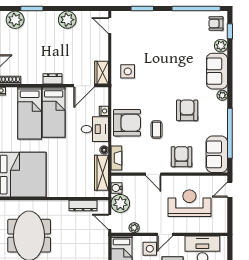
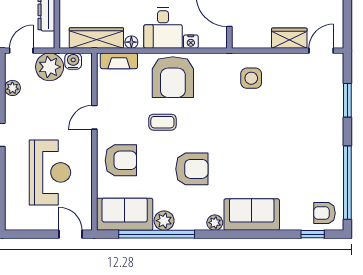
armchair: (216, 23) -> (324, 213), turned -90
plant: (221, 46) -> (164, 221), moved
wardrobe: (102, 73) -> (289, 38), moved

